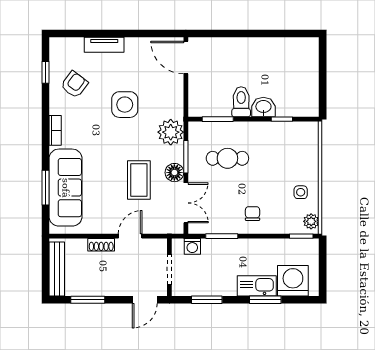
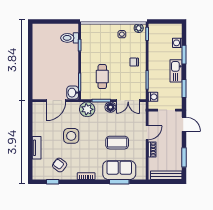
door: (186, 58) -> (56, 101), moved
toilet: (241, 102) -> (70, 38), moved
washbasin: (263, 107) -> (73, 93), moved
coffee table: (139, 180) -> (117, 143), moved
sofa: (66, 188) -> (119, 170), width x0.73
double door: (186, 203) -> (128, 101), swing flipped
door: (130, 236) -> (147, 133), swing flipped
washing machine: (293, 281) -> (177, 43), width x0.53, depth x0.53
kitchen sink: (257, 286) -> (176, 71), moved

